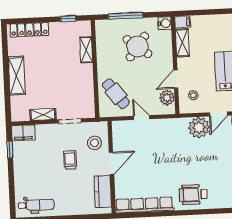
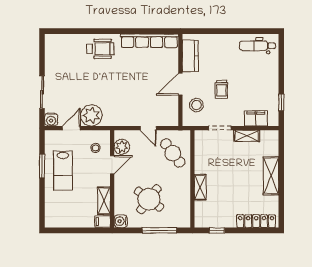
shelving: (86, 50) -> (200, 187), moved
filing cabinet: (23, 133) -> (256, 118), moved

